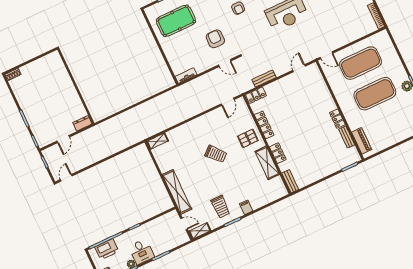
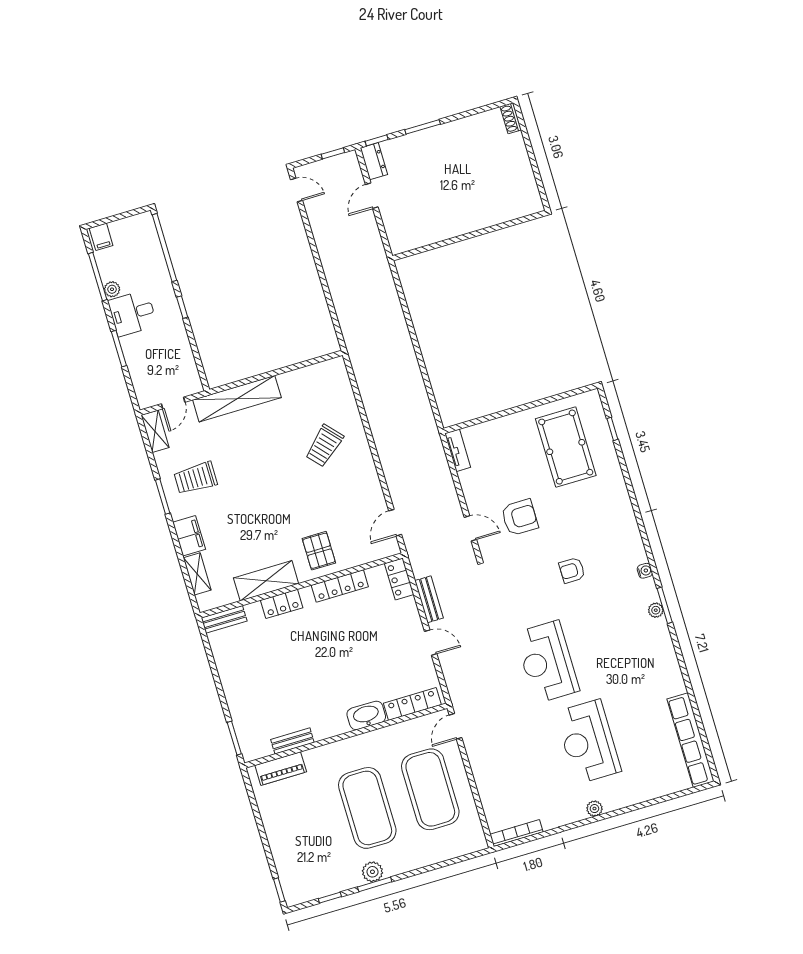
door: (225, 63) -> (470, 528), swing flipped
door: (299, 68) -> (431, 643), moved
washbasin: (328, 101) -> (366, 715), added
door: (228, 102) -> (395, 523), hinge flipped
locker: (337, 119) -> (412, 704), moved, width x1.53
dresser: (82, 123) -> (374, 161), moved
door: (63, 139) -> (372, 196), hinge flipped
shelving: (157, 141) -> (197, 574), moved
trolley: (216, 154) -> (324, 446), moved
filing cabinet: (246, 207) -> (189, 536), width x2.00
printer: (107, 249) -> (147, 247), removed

